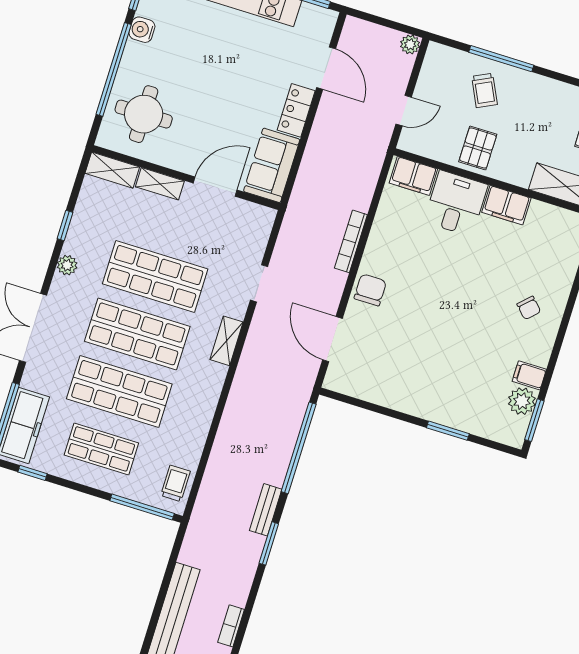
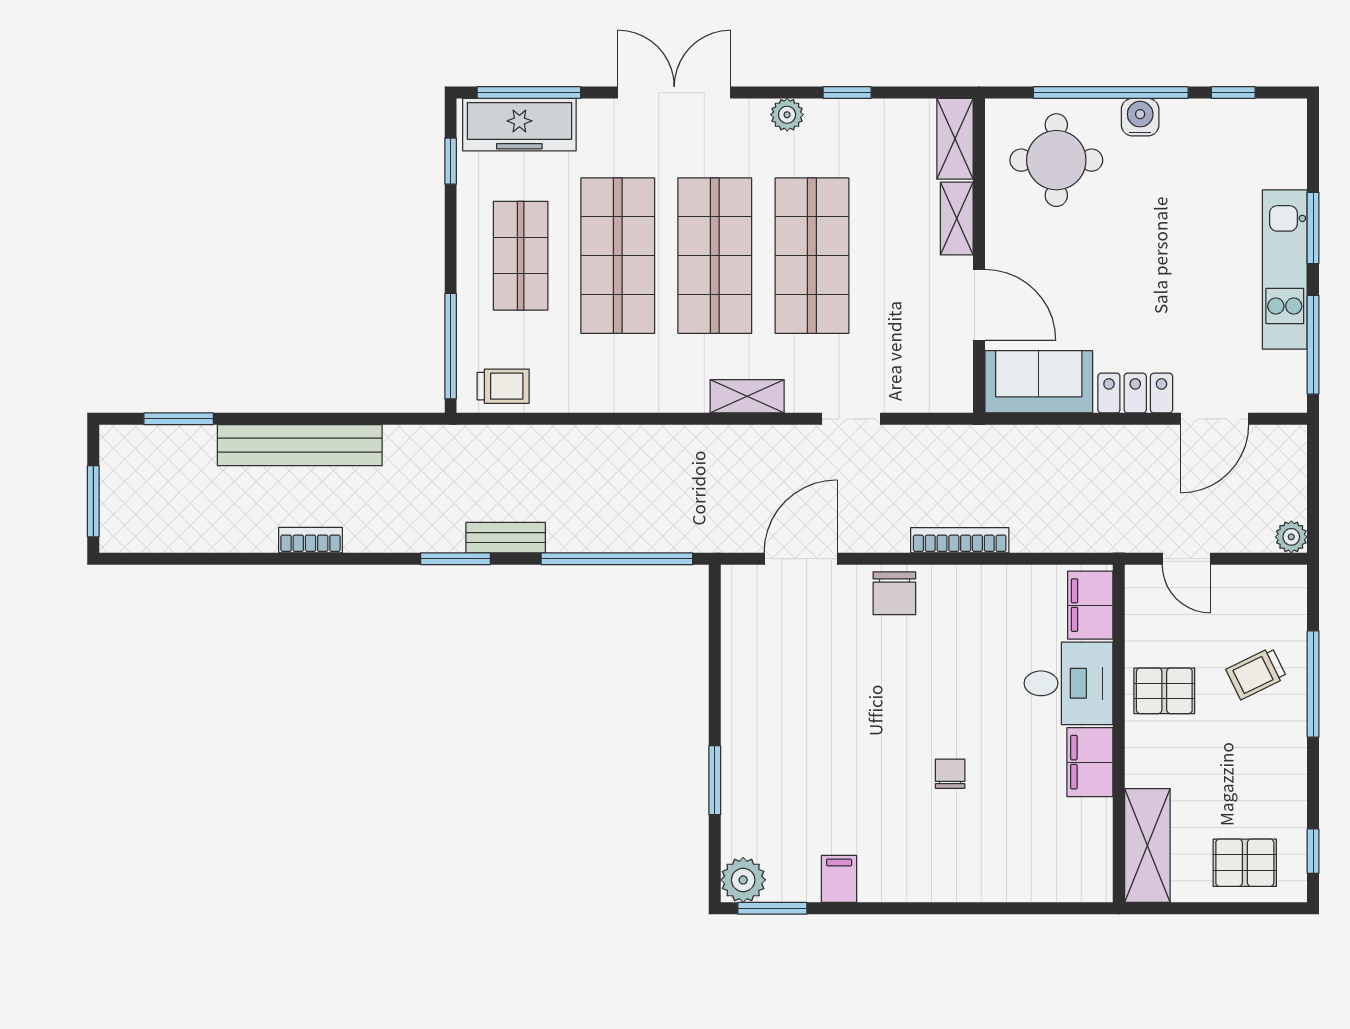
water cooler: (142, 30) -> (1140, 117), moved
chair: (370, 290) -> (894, 593), turned 90
chair: (529, 308) -> (950, 774), moved, turned 134
plant: (522, 401) -> (743, 880), moved

